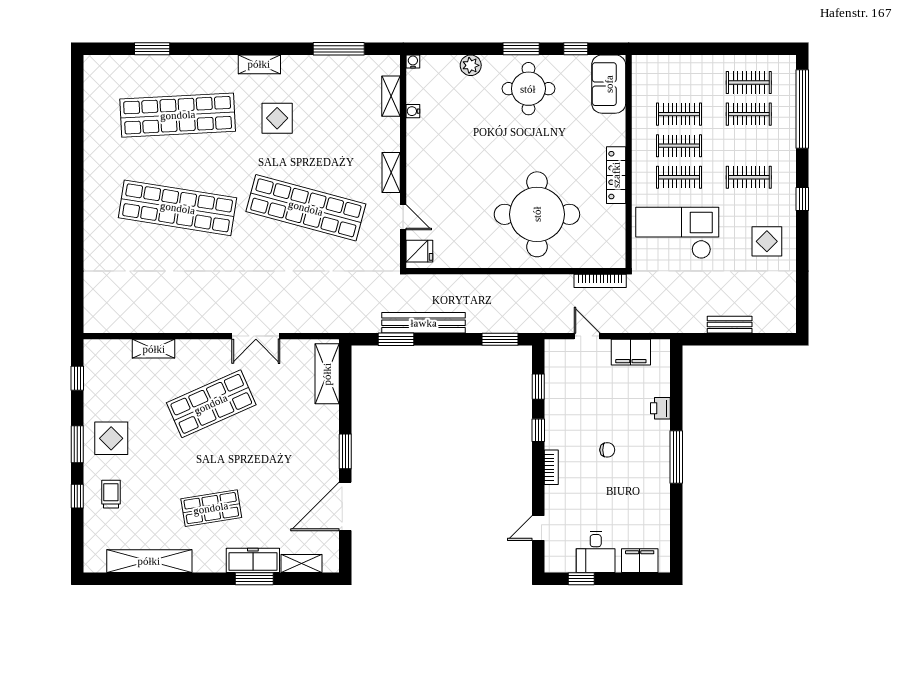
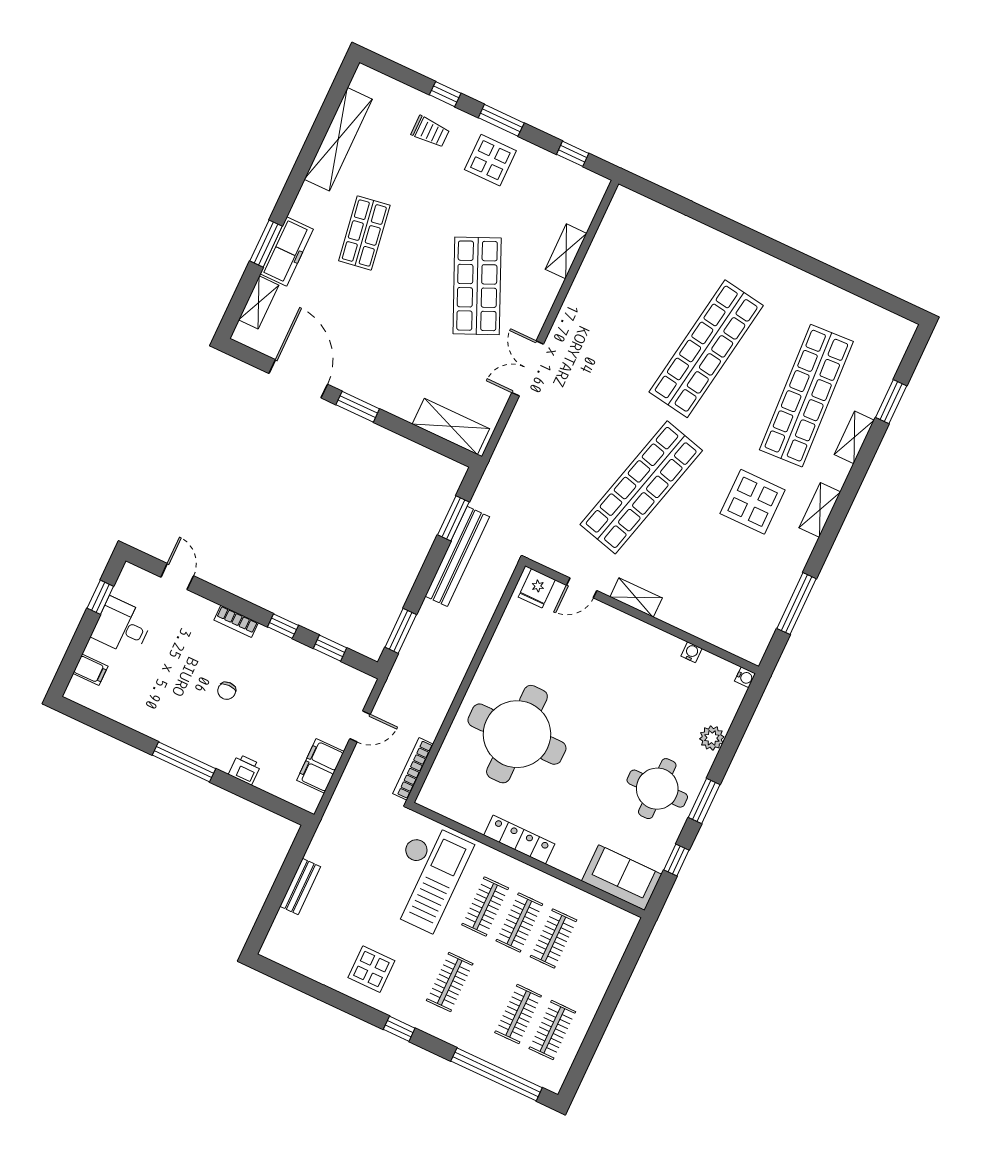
shelving: (391, 96) -> (854, 437), moved, turned 90
display table: (277, 118) -> (753, 502), width x1.36, depth x1.36
filing cabinet: (640, 561) -> (90, 670), width x0.50

